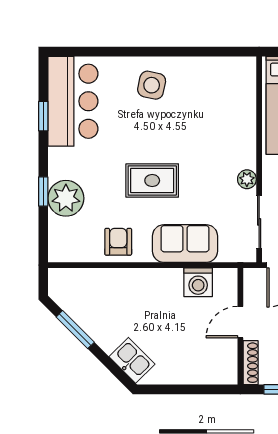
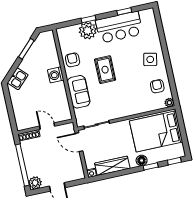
armchair: (209, 83) -> (157, 86), added
bar counter: (73, 101) -> (119, 27), moved
plant: (247, 179) -> (169, 103), moved
armchair: (118, 242) -> (73, 60), turned -90
washing machine: (198, 282) -> (56, 75), moved

